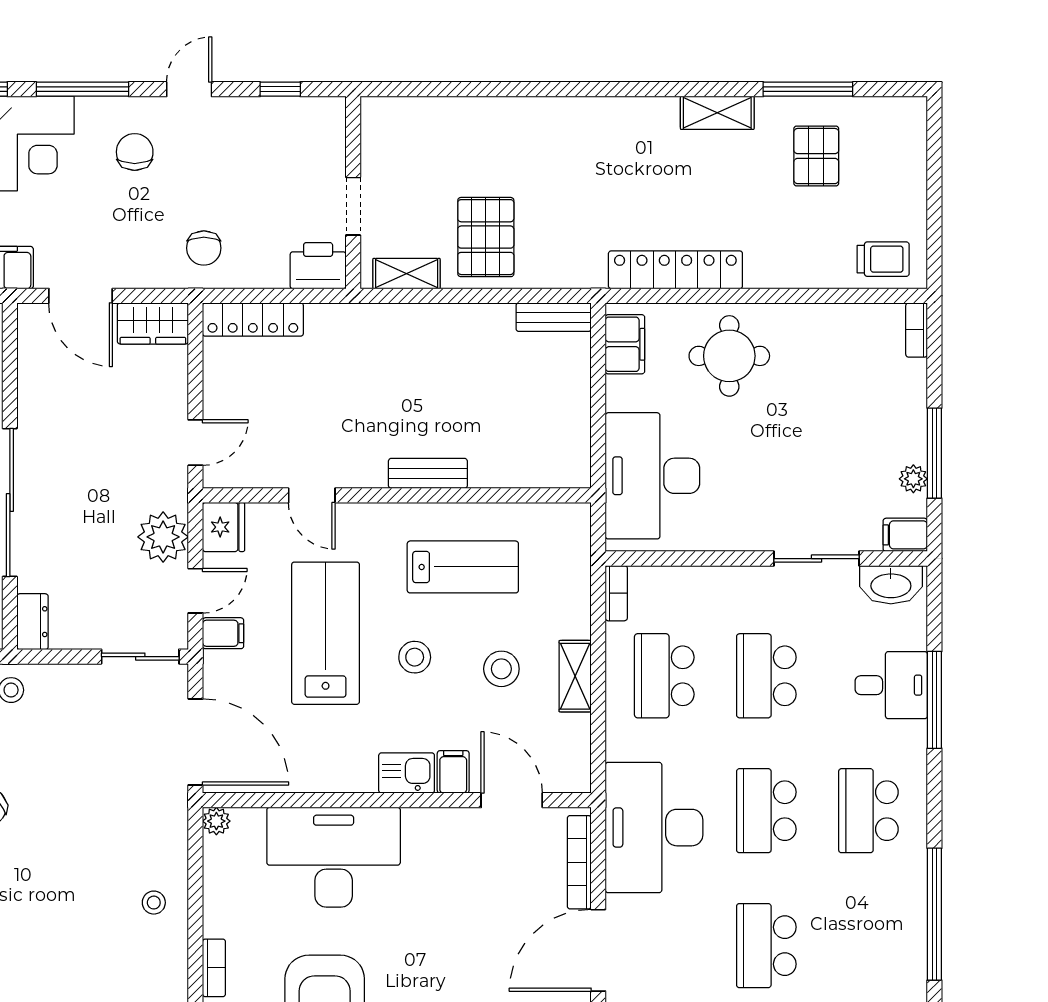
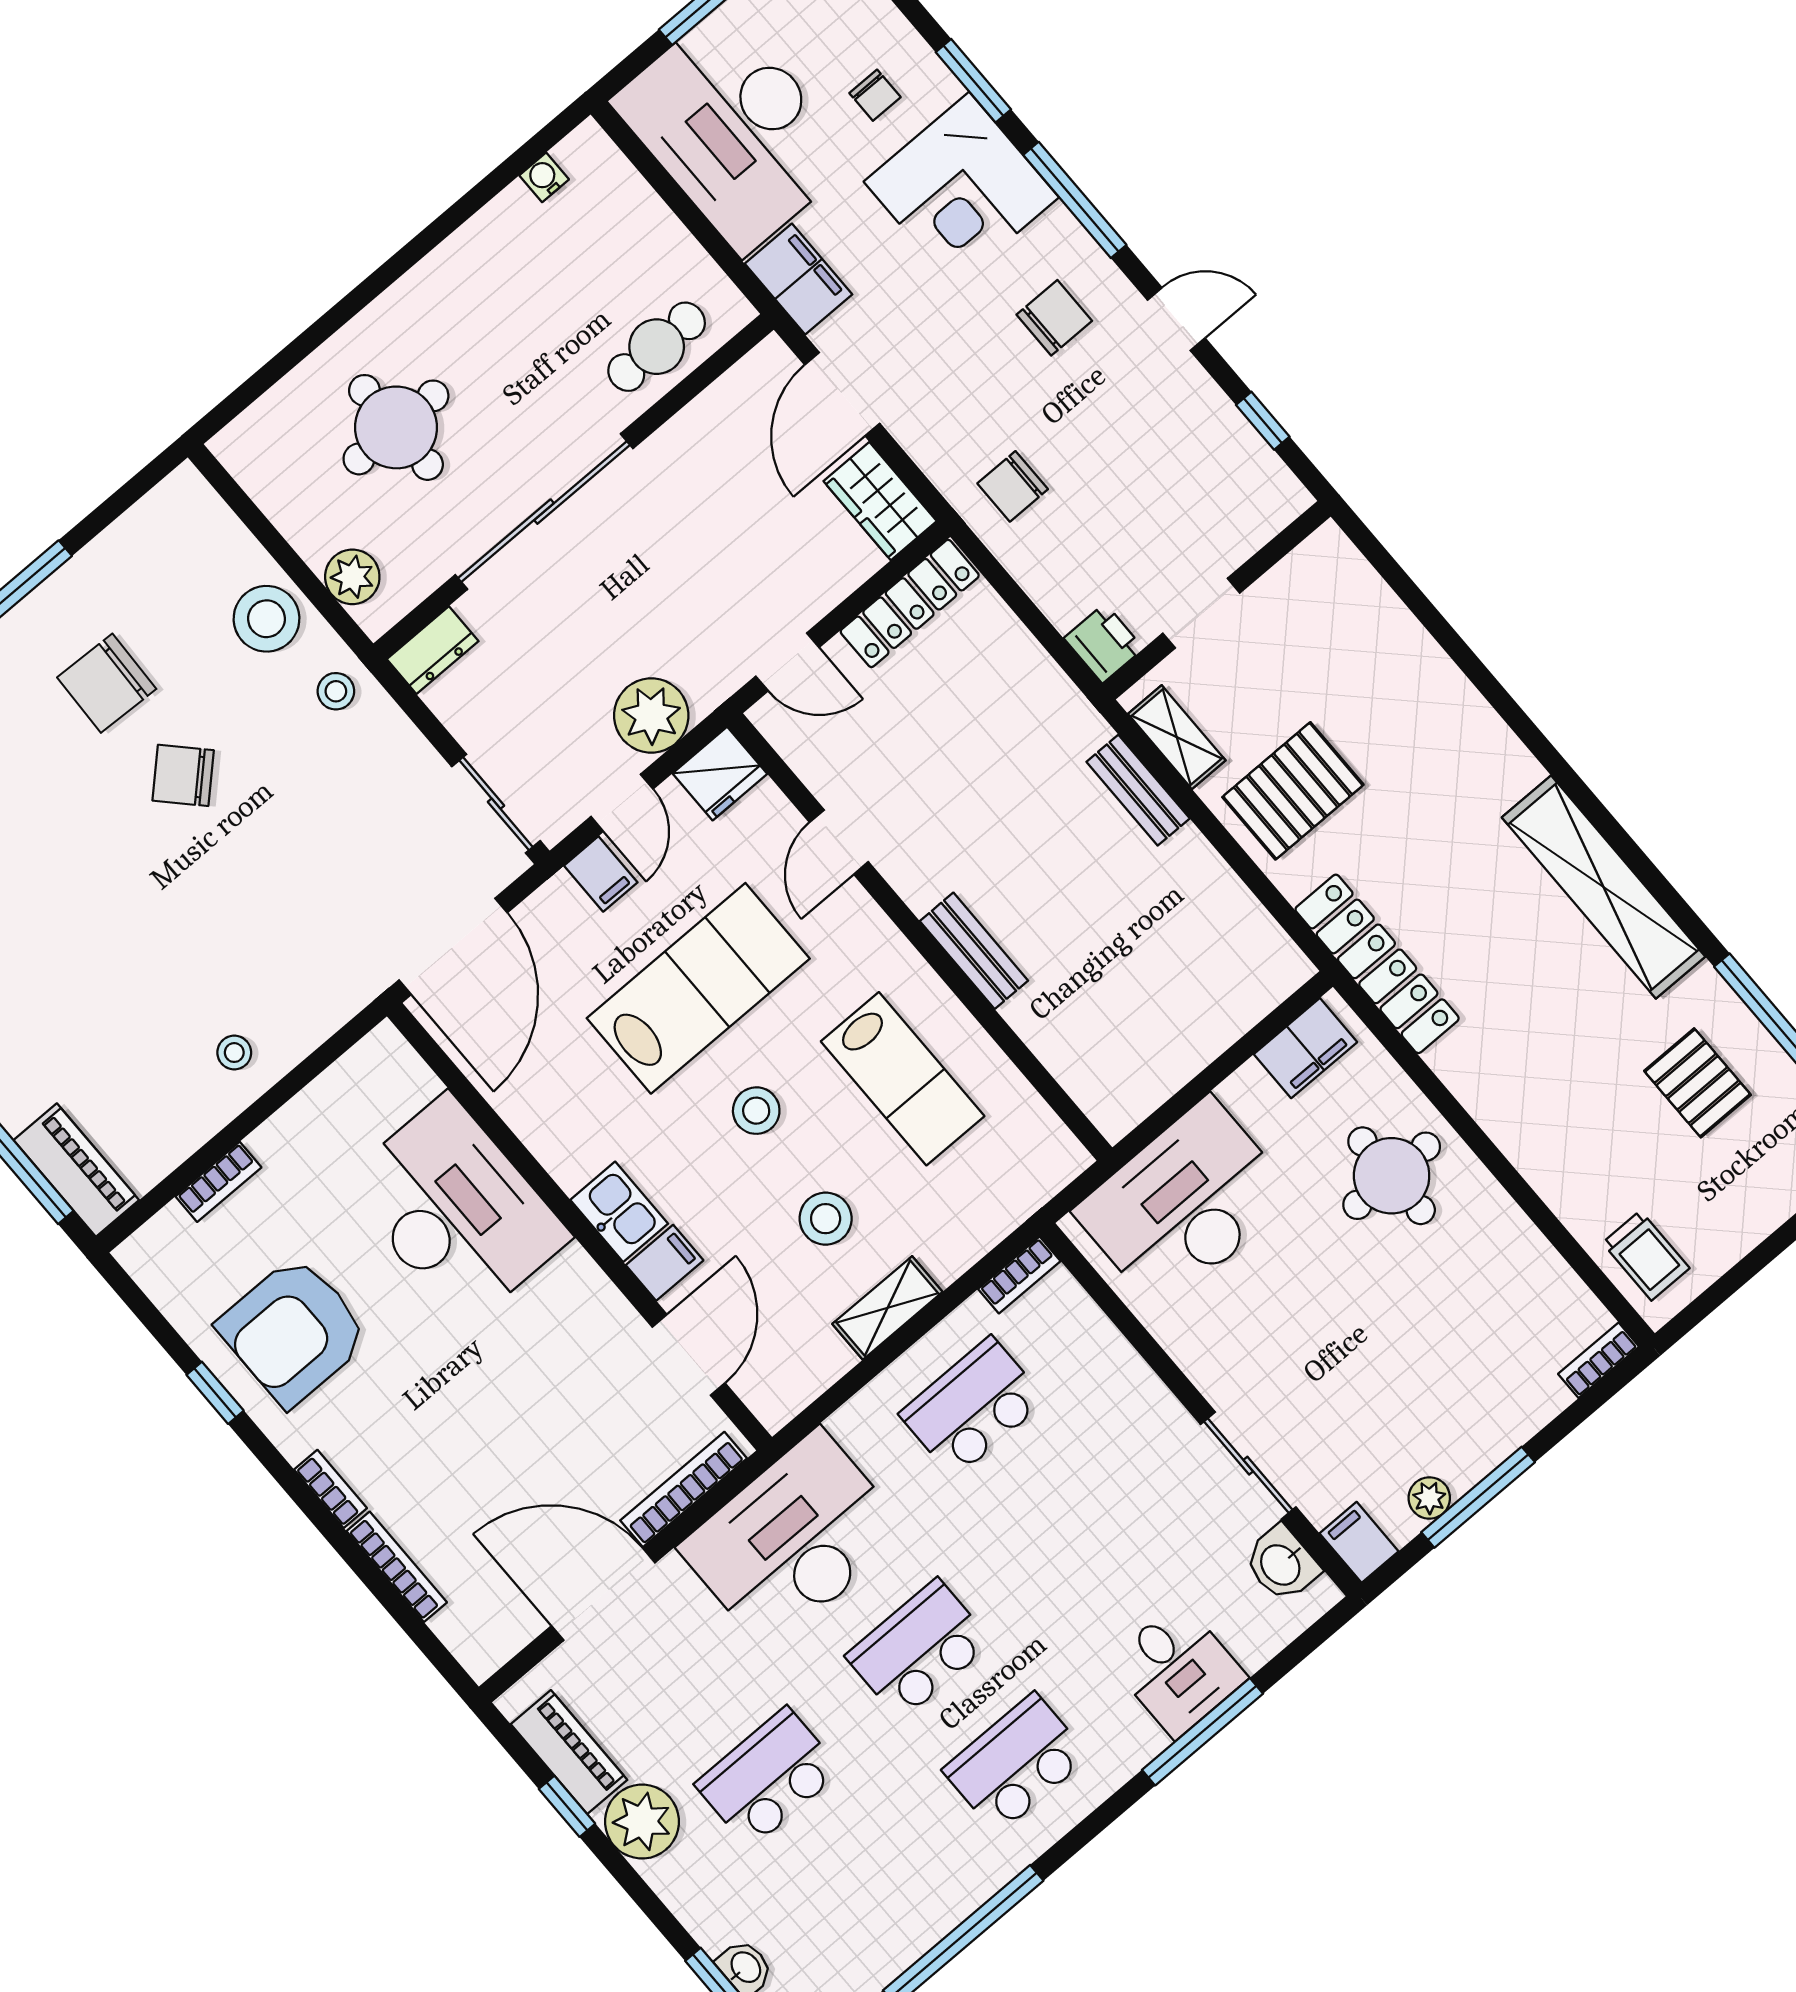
shelving: (717, 113) -> (1603, 887), width x2.20, depth x1.33
pallet: (816, 156) -> (1697, 1083), turned 90
printer: (318, 266) -> (1104, 643), width x0.73, depth x0.81
locker: (675, 270) -> (1377, 964), moved
bench: (554, 317) -> (1138, 790), moved
locker: (253, 320) -> (910, 603), moved, turned -90
washbasin: (891, 585) -> (1282, 1564), width x0.72
door: (195, 591) -> (622, 803), hinge flipped
school desk: (766, 676) -> (1070, 1521), removed
plant: (216, 821) -> (385, 1045), removed

